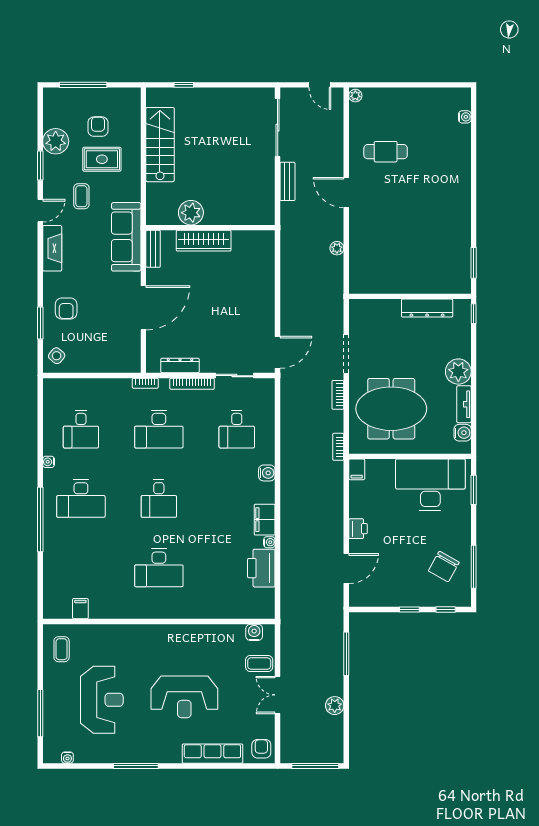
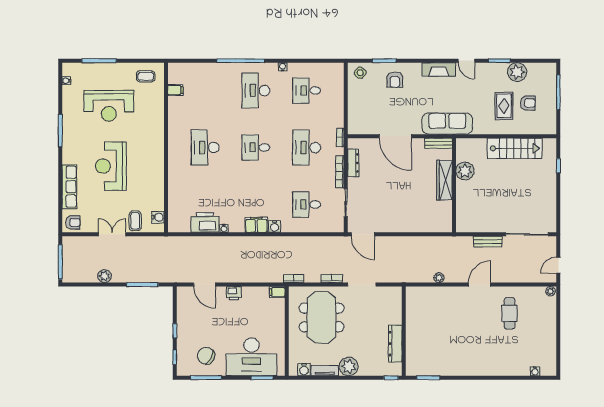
coffee table: (81, 196) -> (477, 91), removed
armchair: (66, 308) -> (395, 80), turned -90
desk: (430, 485) -> (251, 357), moved, turned 90
filing cabinet: (265, 520) -> (256, 225), moved

